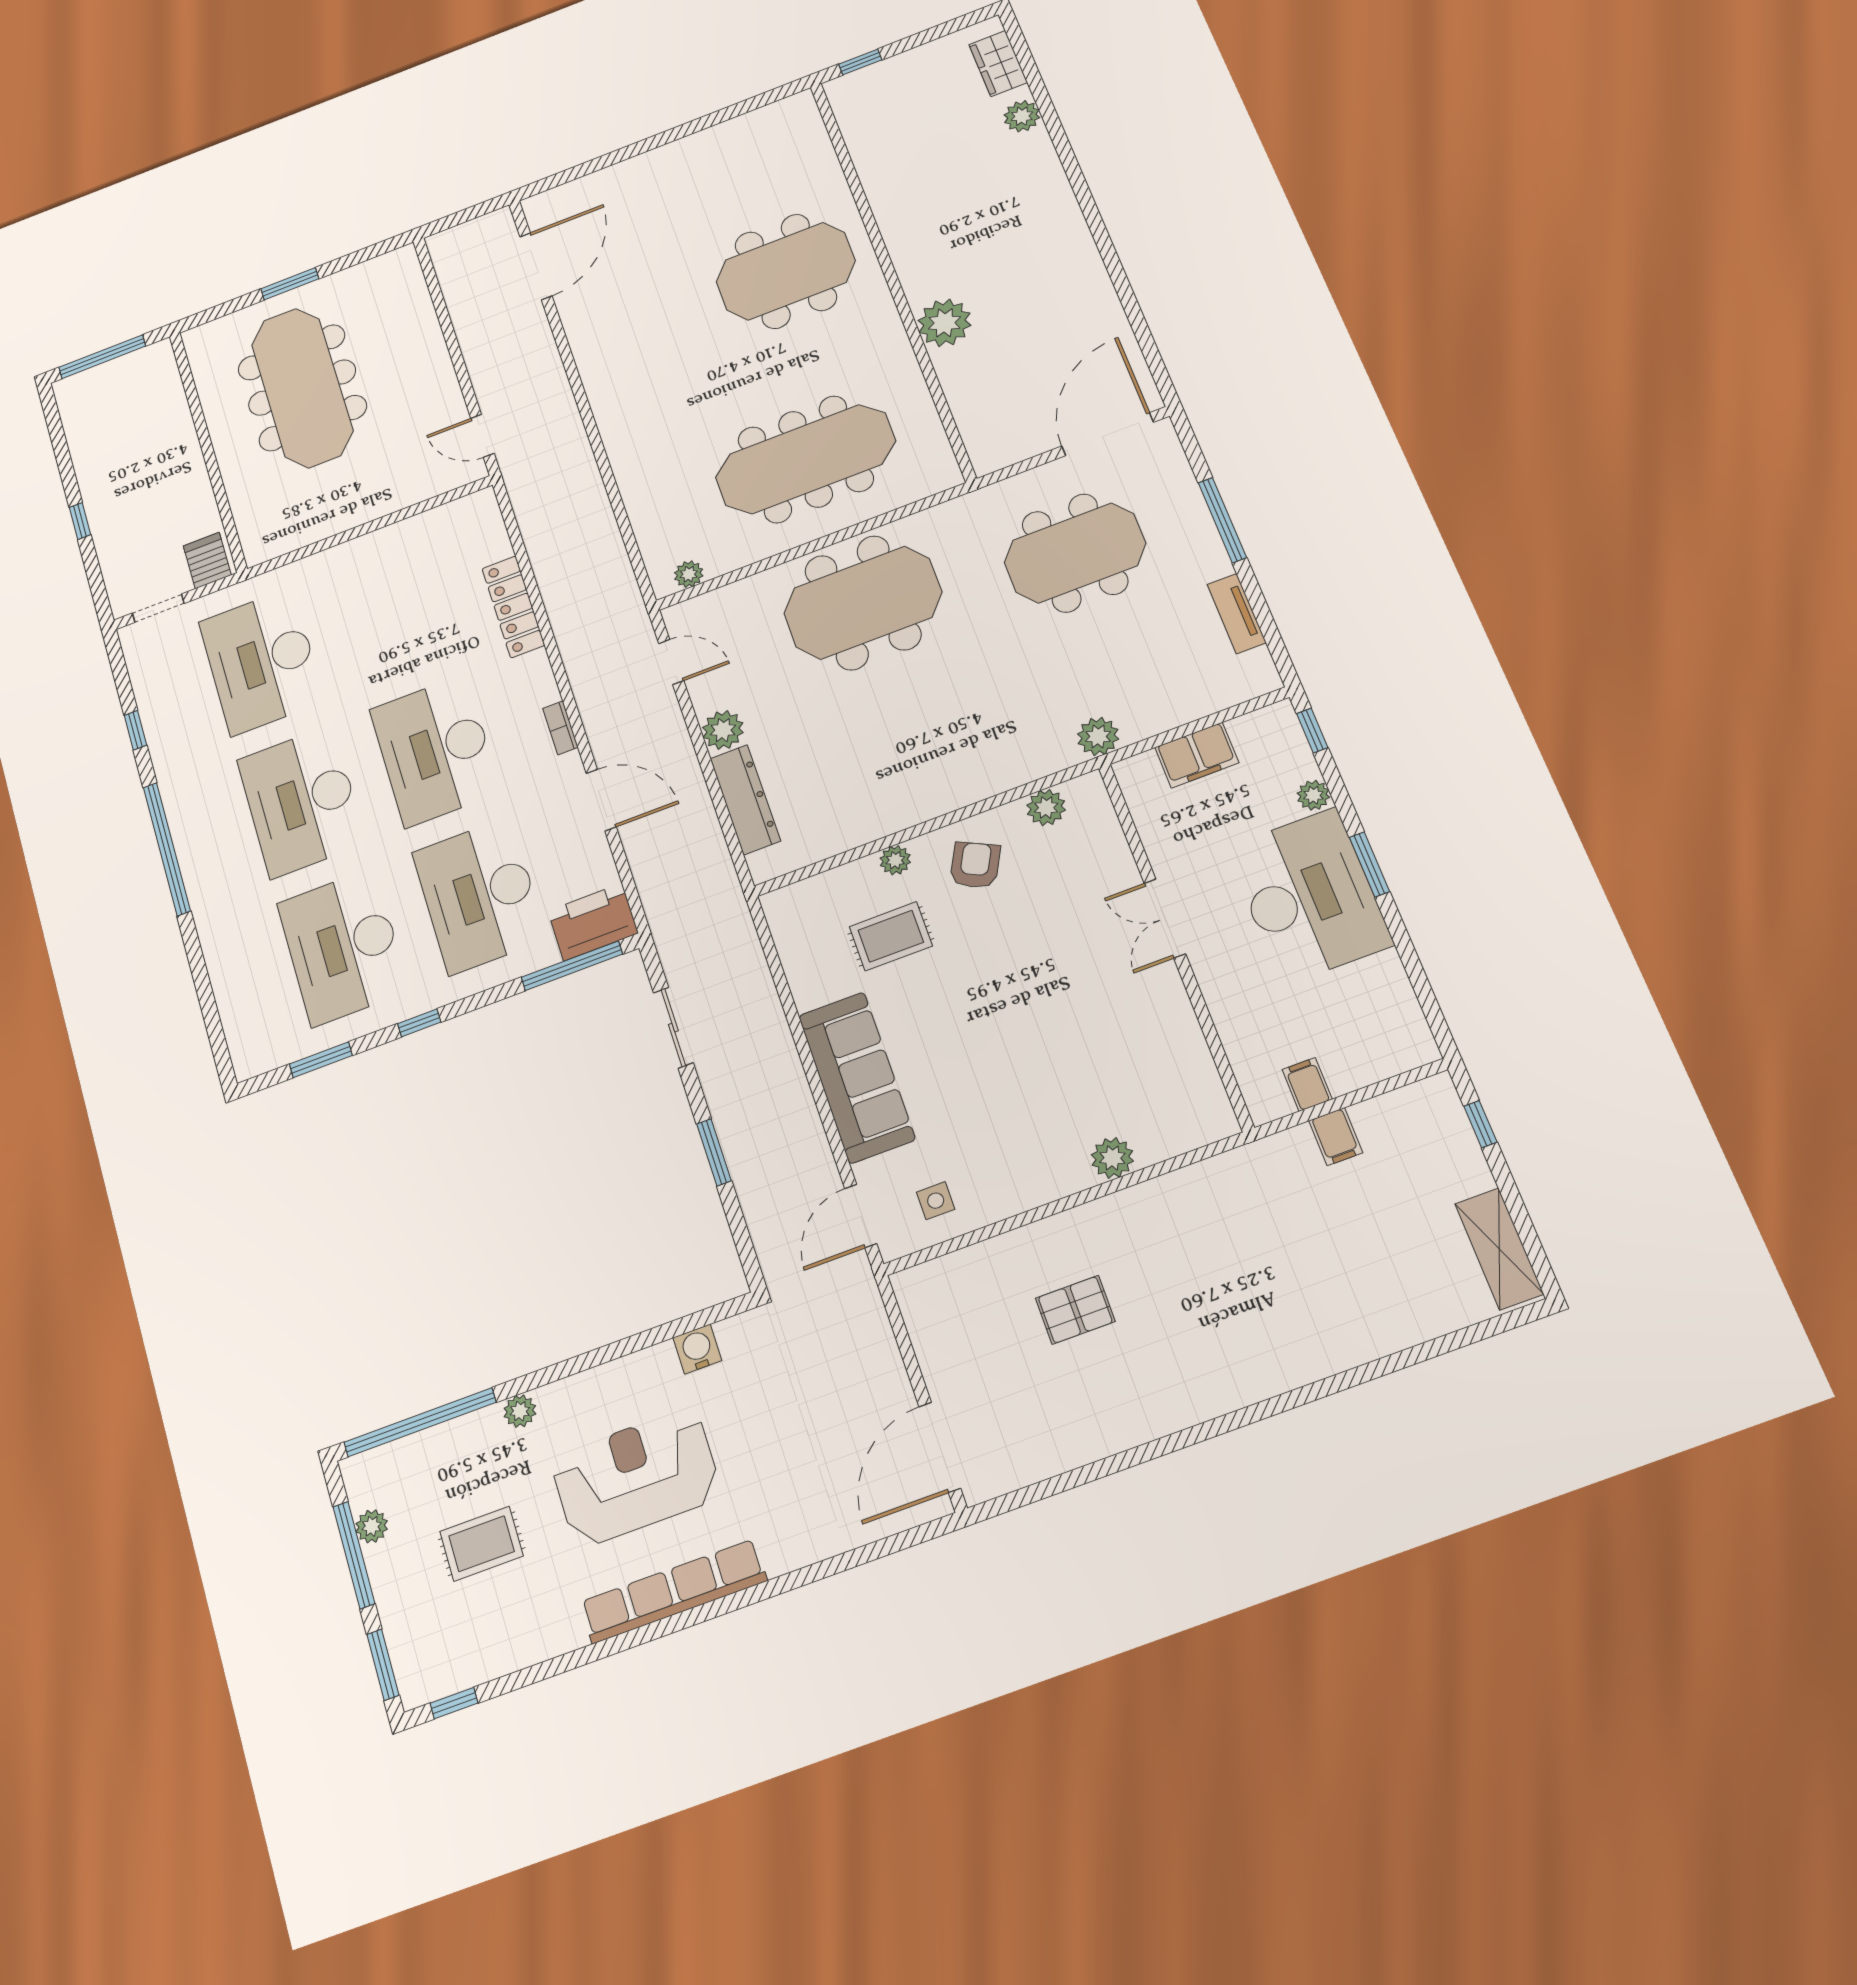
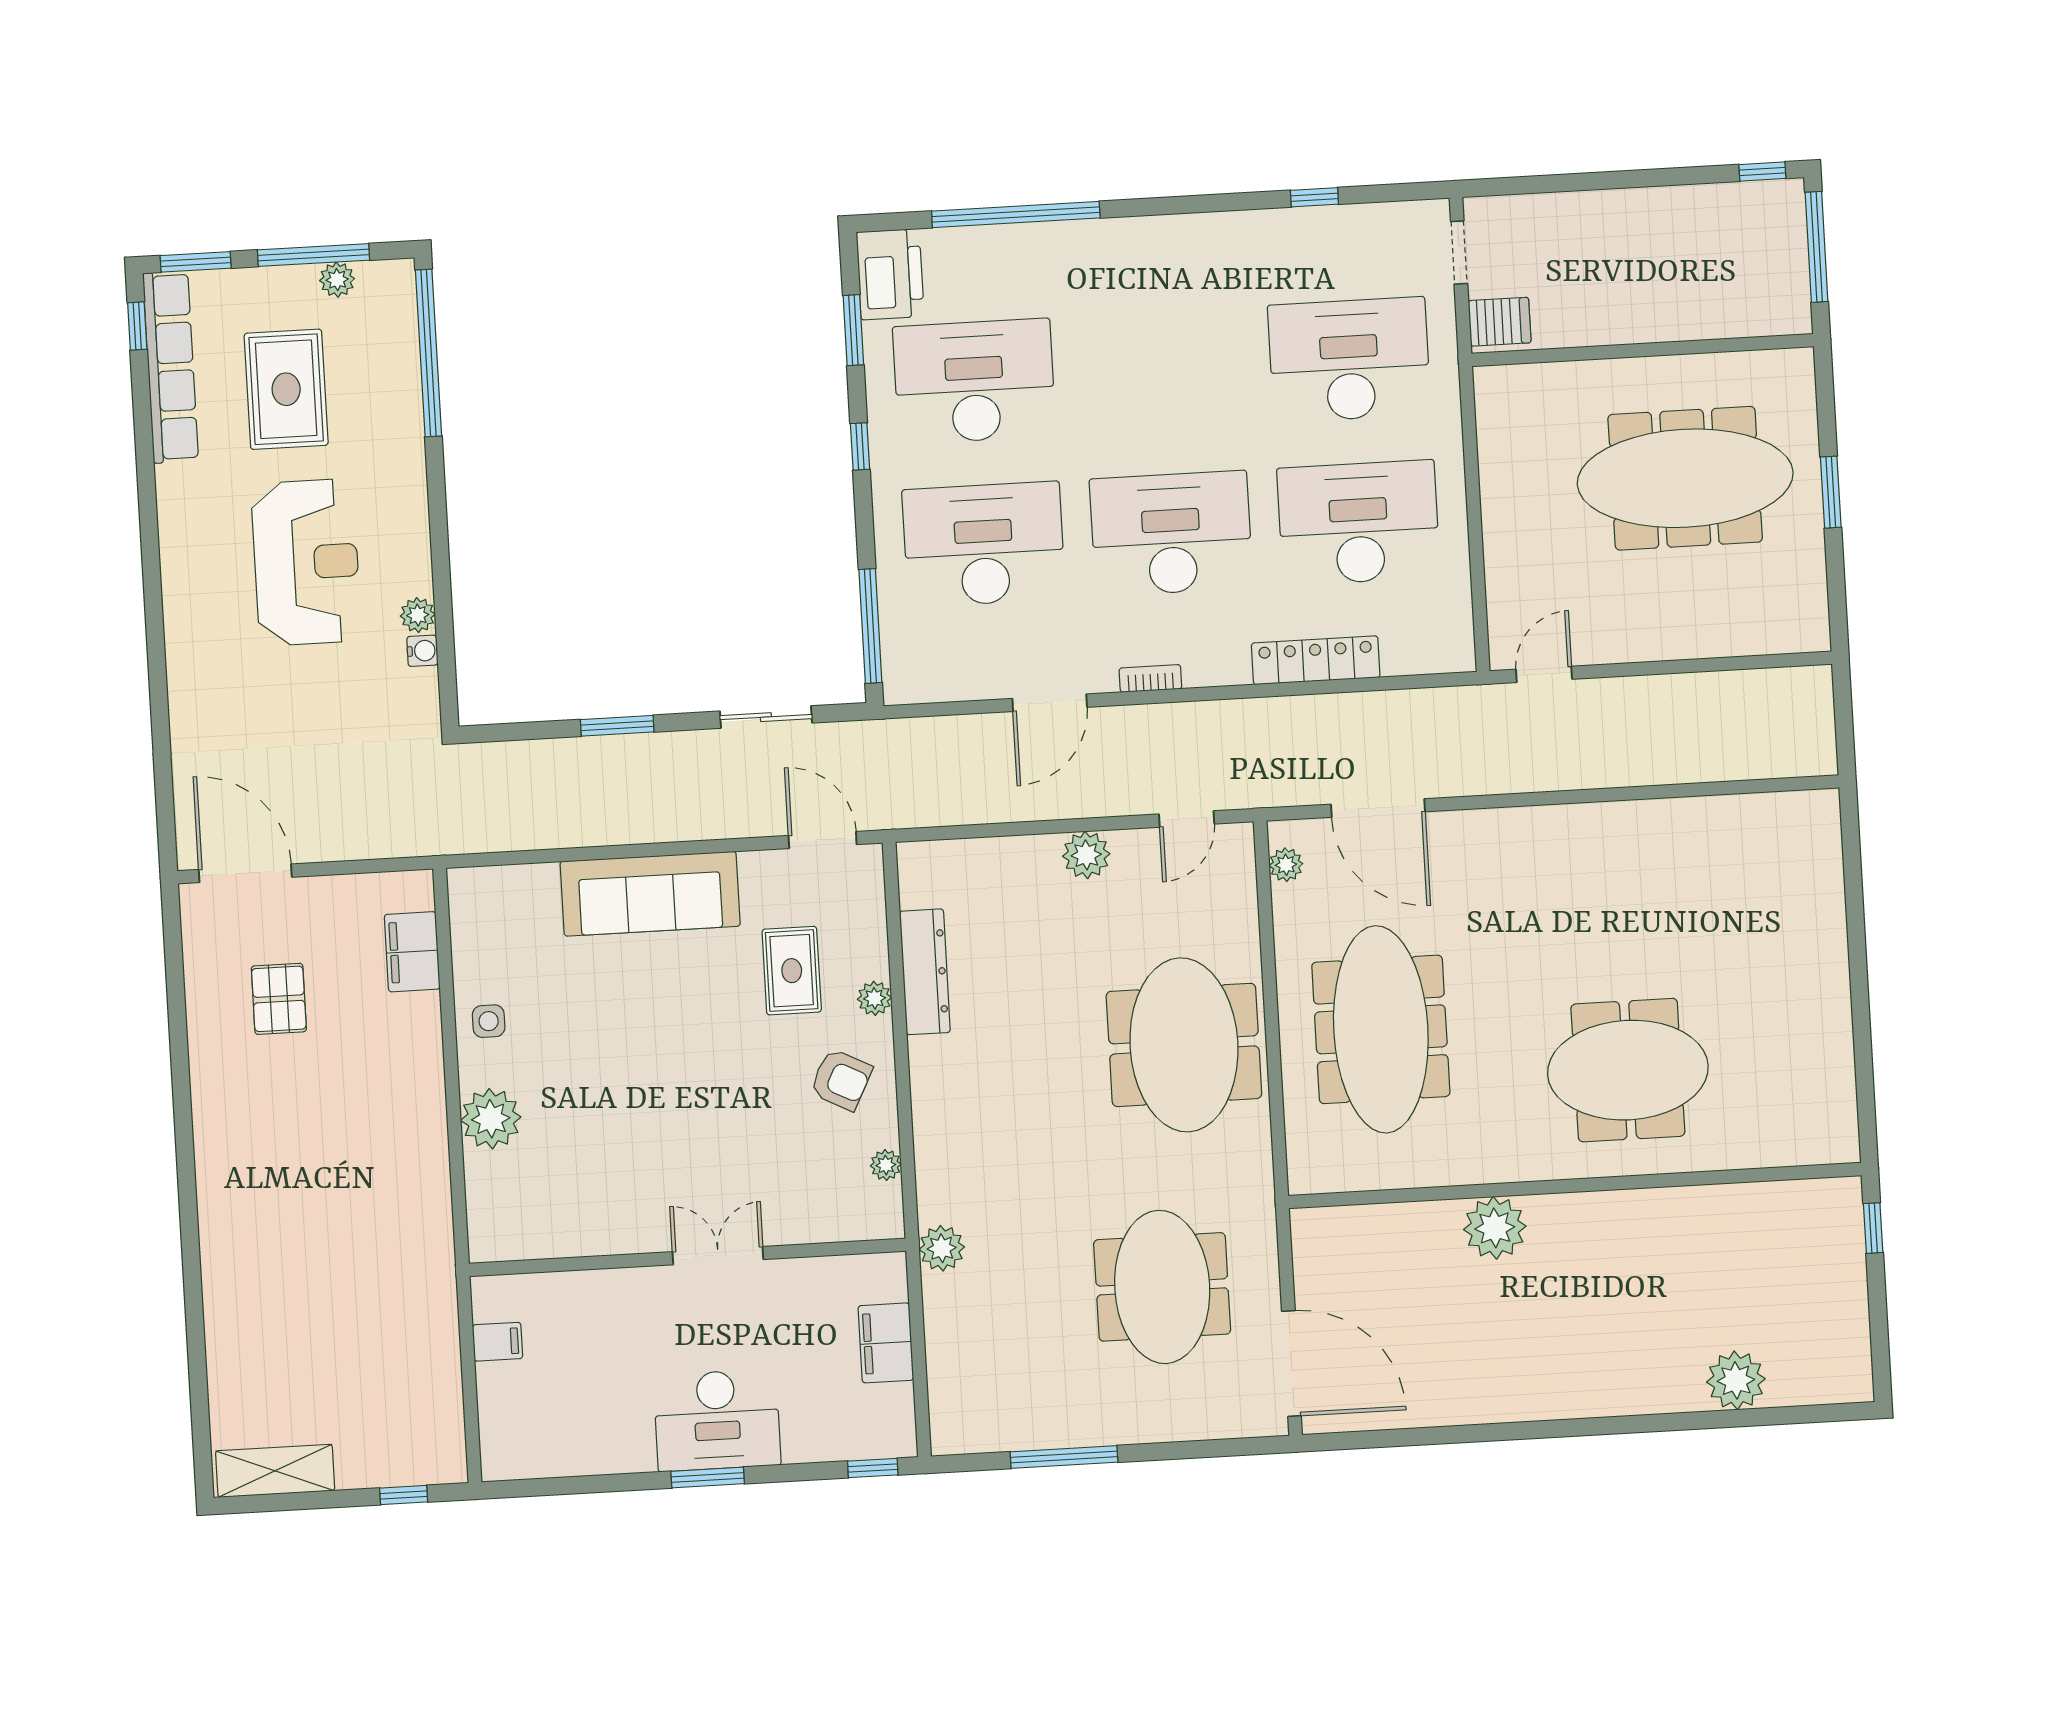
wardrobe: (998, 63) -> (1809, 1383), removed
plant: (1022, 116) -> (1736, 1380), width x1.36, depth x1.36
door: (536, 266) -> (1378, 808), moved
meeting table: (786, 271) -> (1628, 1070), turned 90
window: (1222, 520) -> (1064, 1457), moved
window: (80, 521) -> (1762, 171), moved
tv unit: (1237, 613) -> (1032, 1433), removed
plant: (1313, 795) -> (801, 1446), removed
dresser: (745, 800) -> (925, 972), moved, turned -90
desk: (301, 801) -> (1359, 523), moved
plant: (1046, 808) -> (886, 1165), width x0.73, depth x0.73
window: (167, 849) -> (1016, 215), moved
desk: (1309, 896) -> (717, 1420), width x0.73, depth x0.77
printer: (593, 922) -> (890, 274), moved
filing cabinet: (1336, 1137) -> (412, 952), moved, width x2.00
plant: (1112, 1158) -> (491, 1119), width x1.36, depth x1.36
side table: (936, 1201) -> (489, 1021), moved
door: (861, 1216) -> (823, 840), moved
pallet: (1075, 1310) -> (279, 999), moved
water cooler: (697, 1349) -> (422, 651), width x0.72, depth x0.72
plant: (520, 1411) -> (418, 615), moved
rug: (482, 1544) -> (286, 389), width x1.36, depth x1.43
row of seats: (673, 1591) -> (171, 367), moved

